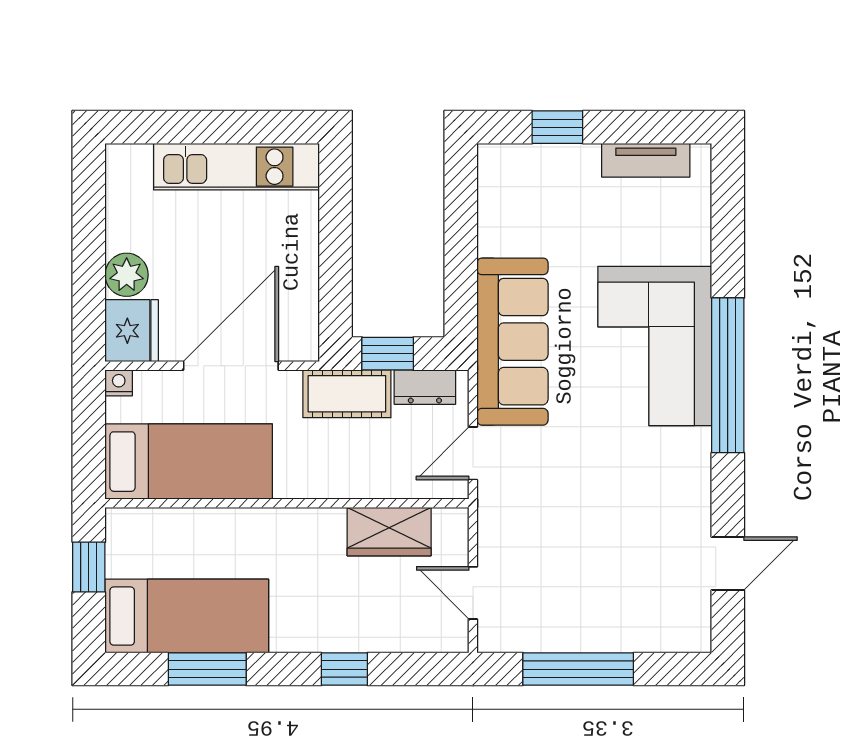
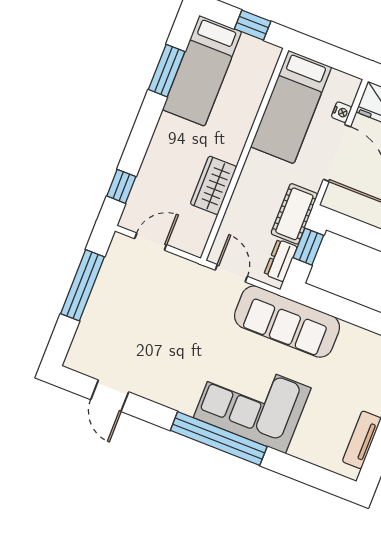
nightstand: (119, 383) -> (342, 112), moved
wardrobe: (389, 532) -> (213, 185), moved
window: (344, 669) -> (121, 186), moved

